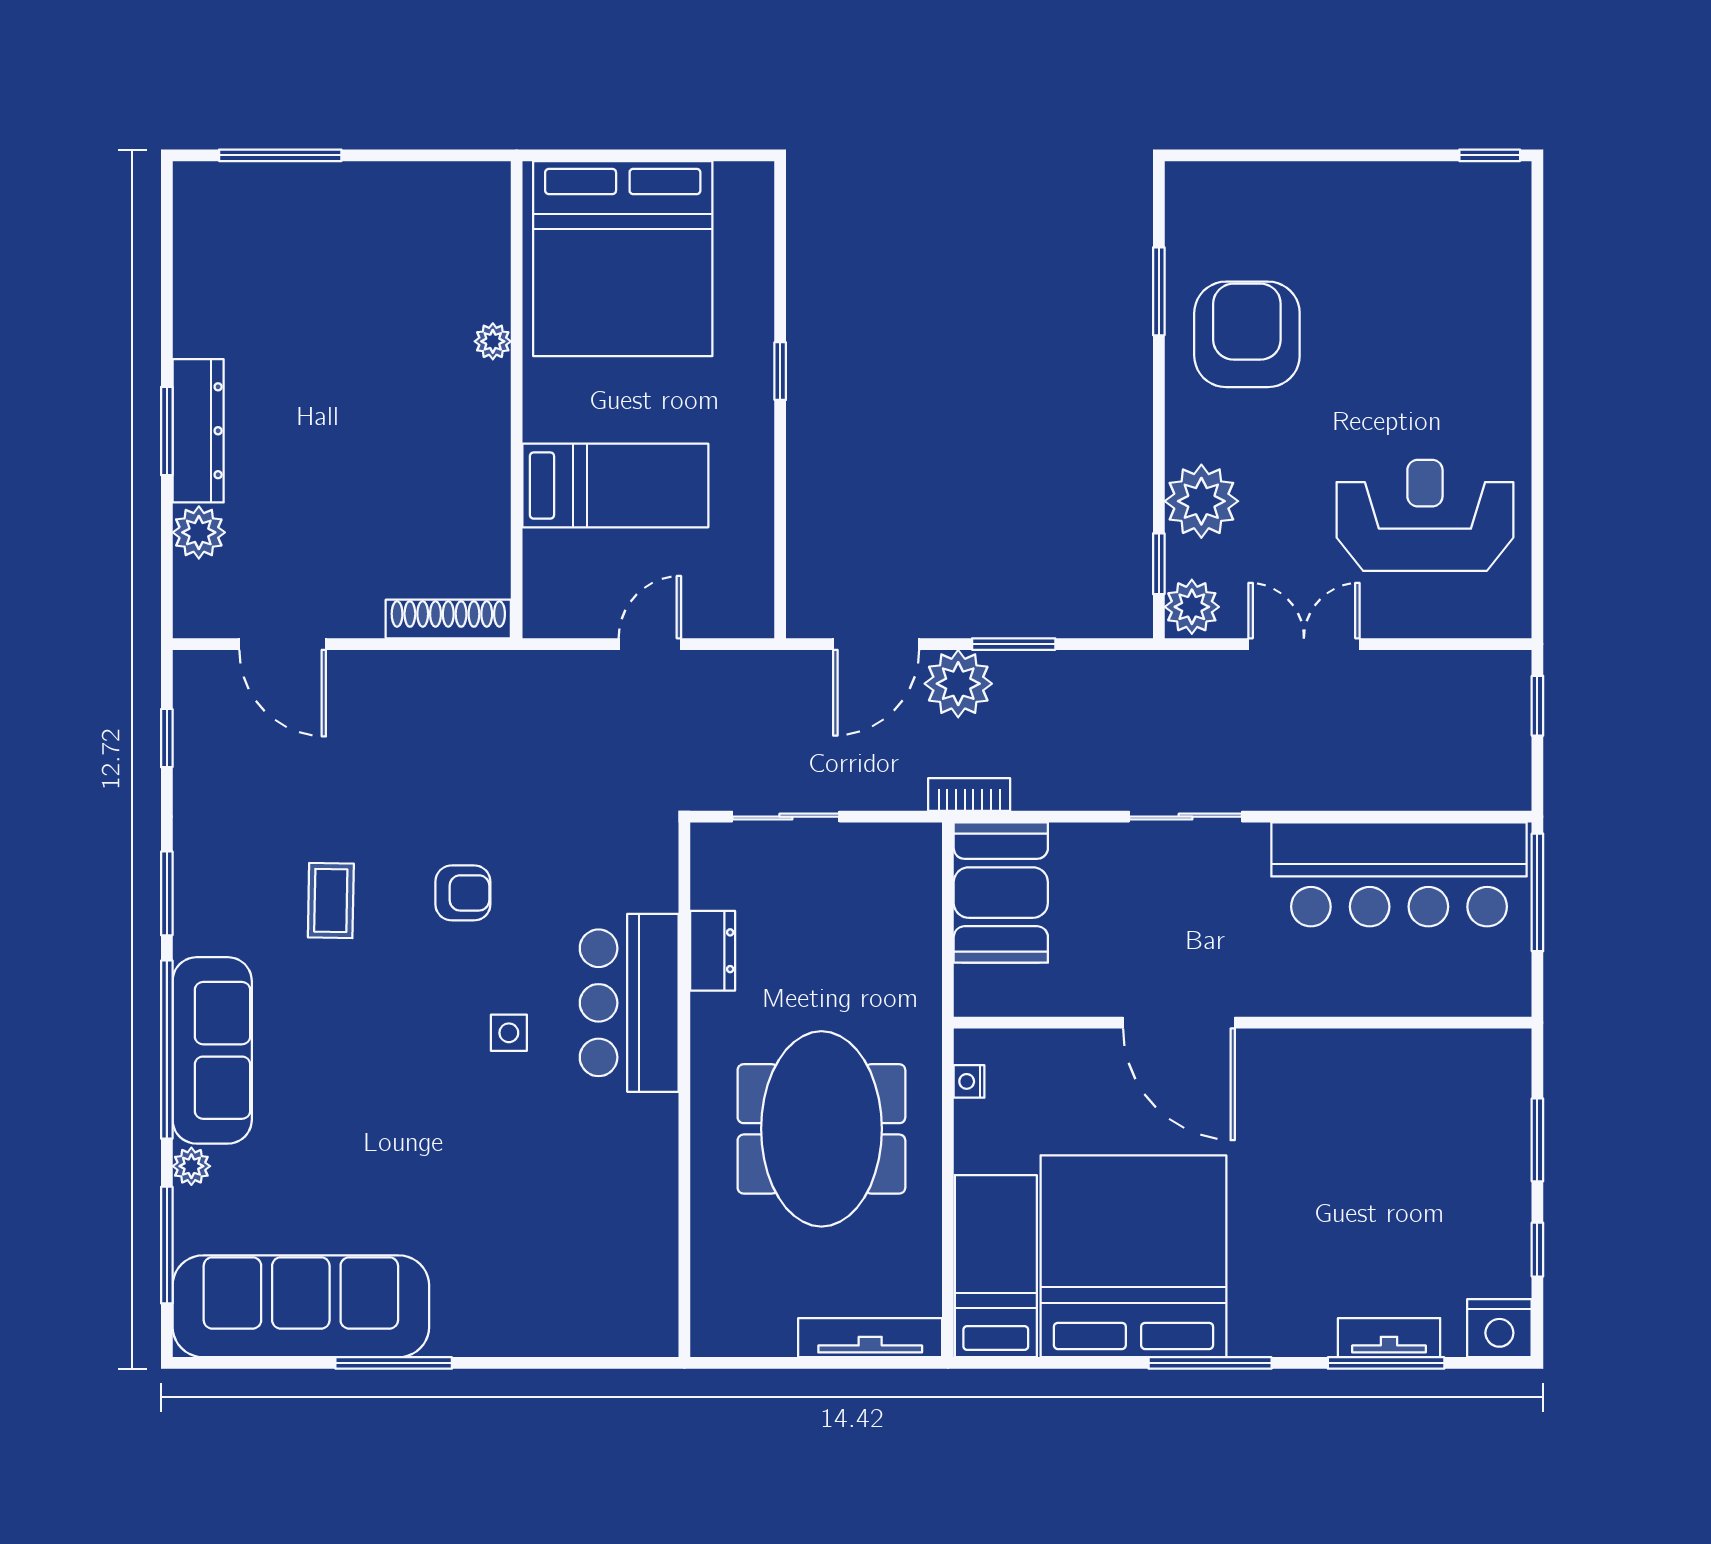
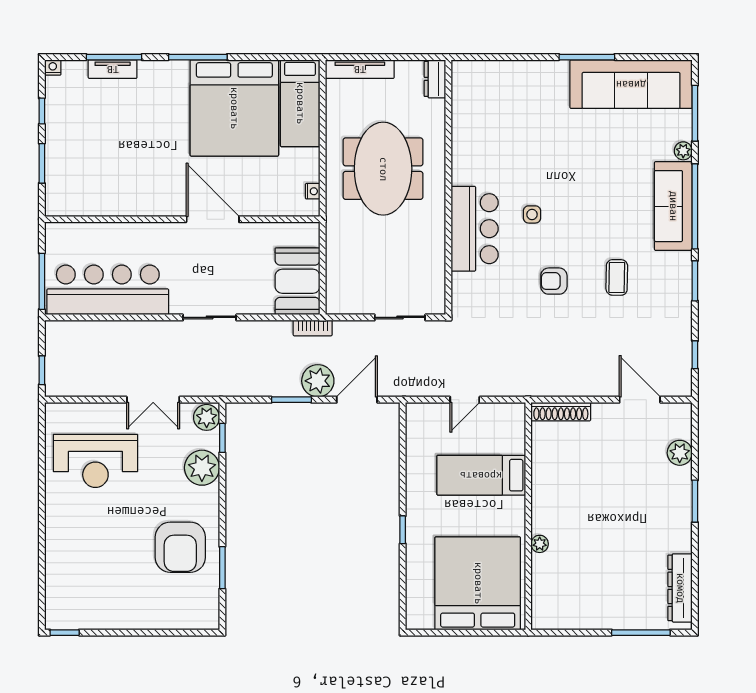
dresser: (198, 431) -> (680, 588), moved
dresser: (713, 951) -> (435, 79), moved
nightstand: (1499, 1328) -> (53, 68), width x0.53, depth x0.56

